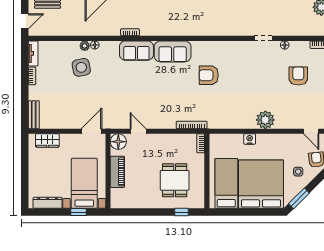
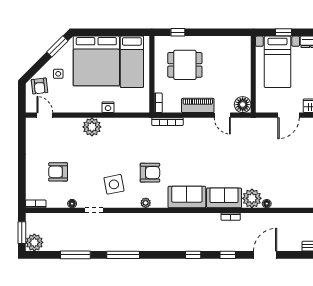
plant: (85, 46) -> (252, 198), moved, width x1.88, depth x1.88
plant: (213, 46) -> (146, 203), added
side table: (81, 67) -> (114, 184), moved
armchair: (298, 76) -> (58, 172), turned 90
door: (91, 131) -> (289, 115), moved
piano: (117, 172) -> (198, 105), moved, turned 90
dining table: (175, 180) -> (185, 65), turned 90

